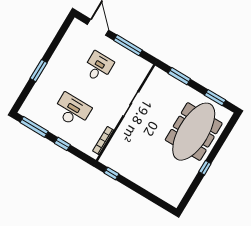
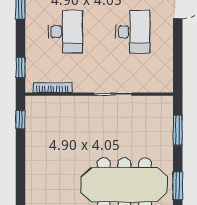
window: (128, 45) -> (178, 51), removed
desk: (98, 67) -> (133, 32), width x1.37
window: (62, 144) -> (21, 68), moved

